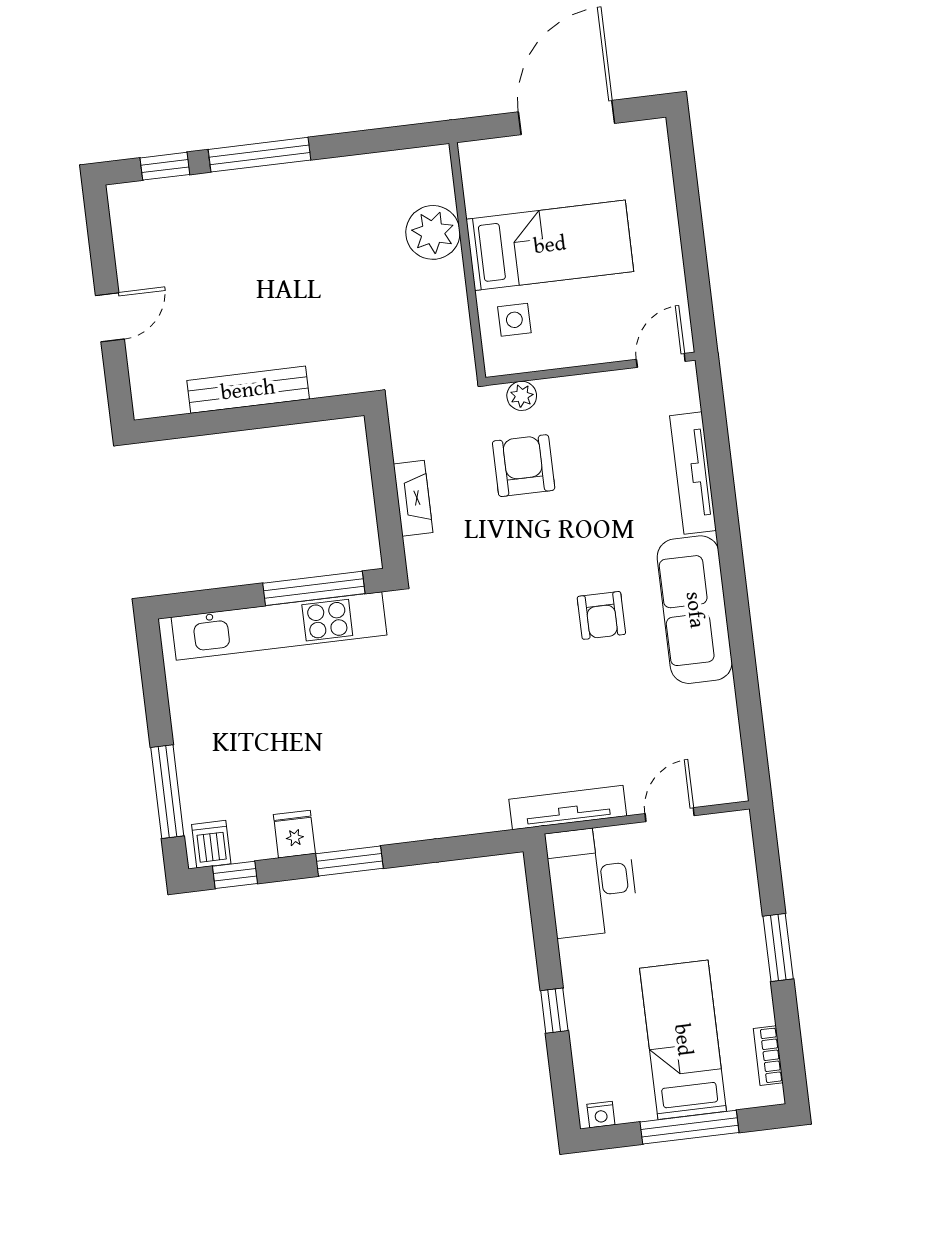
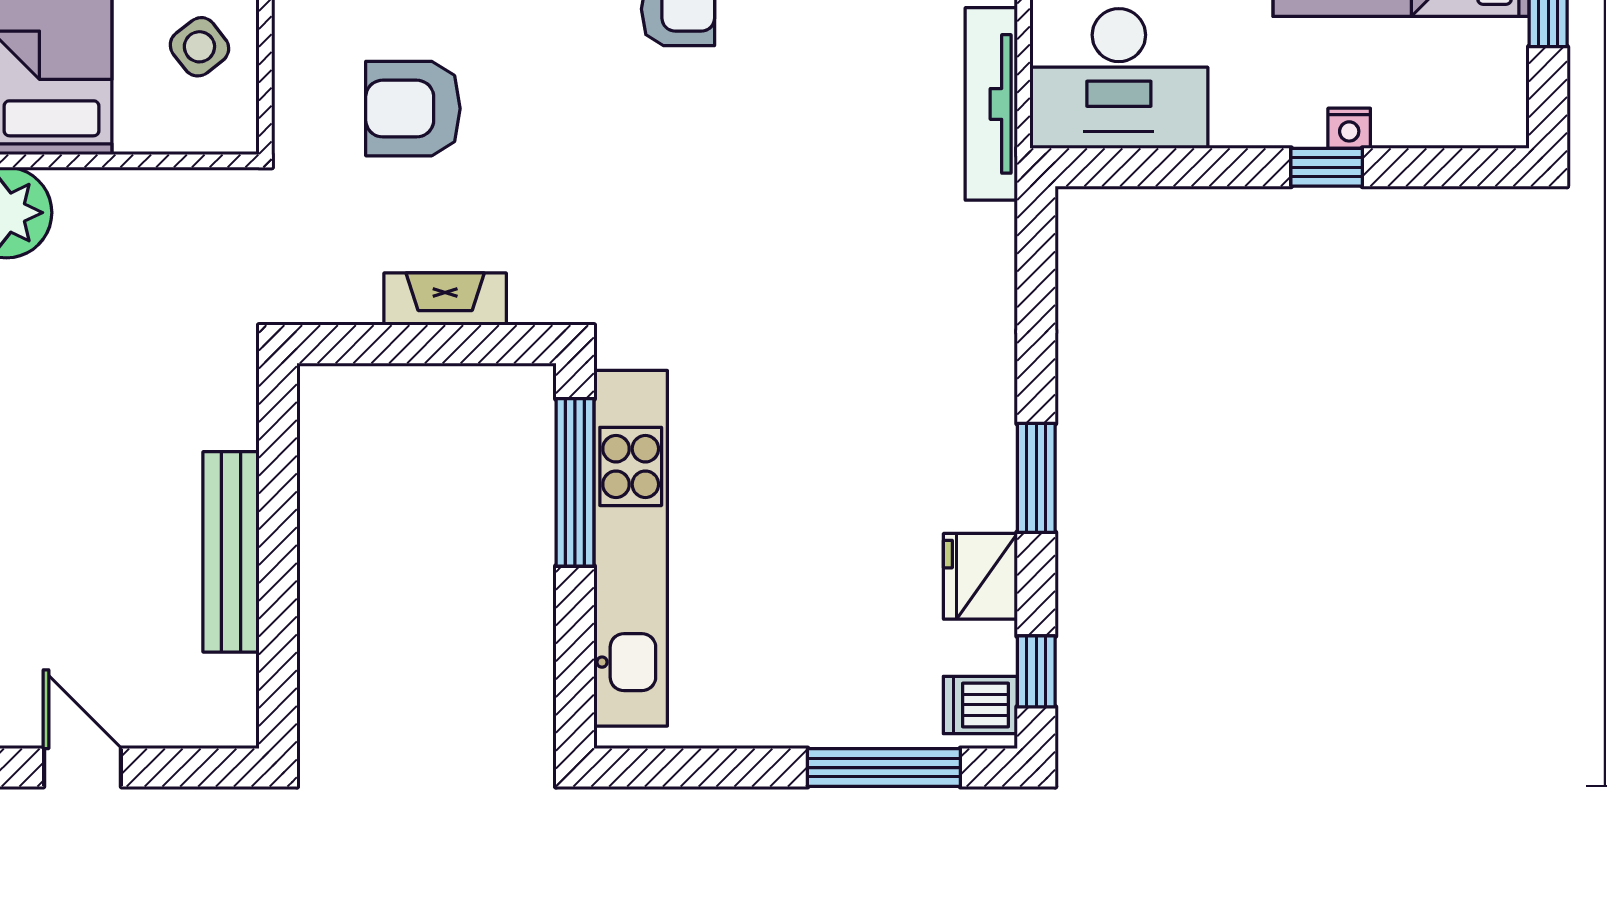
side table: (514, 320) -> (199, 47), moved, turned -38
plant: (522, 396) -> (296, 98), removed
fridge: (294, 834) -> (980, 576), width x1.38
nightstand: (601, 1115) -> (1349, 128), moved, turned 90

